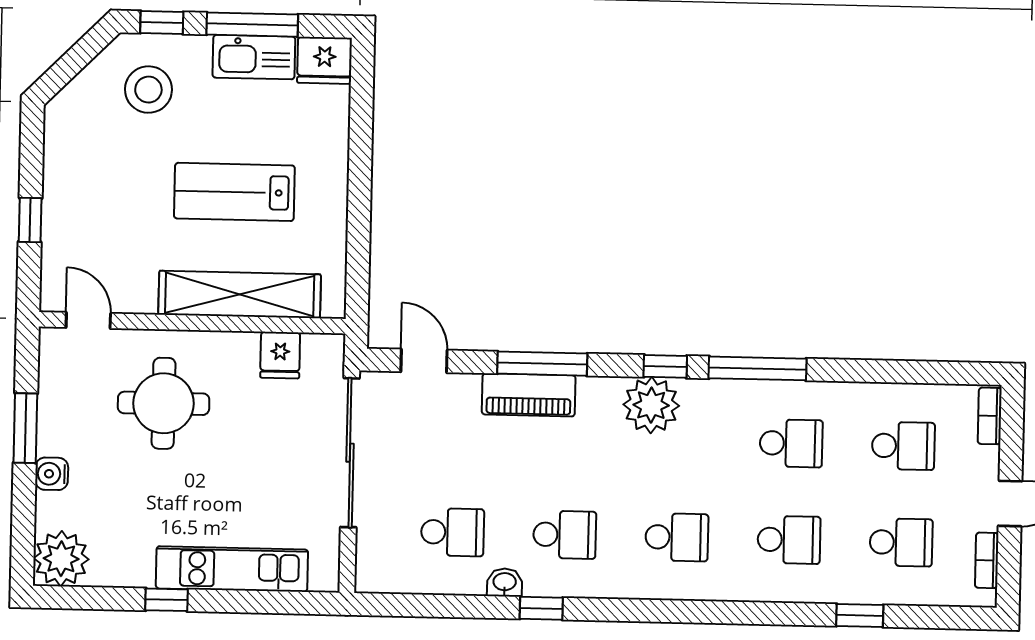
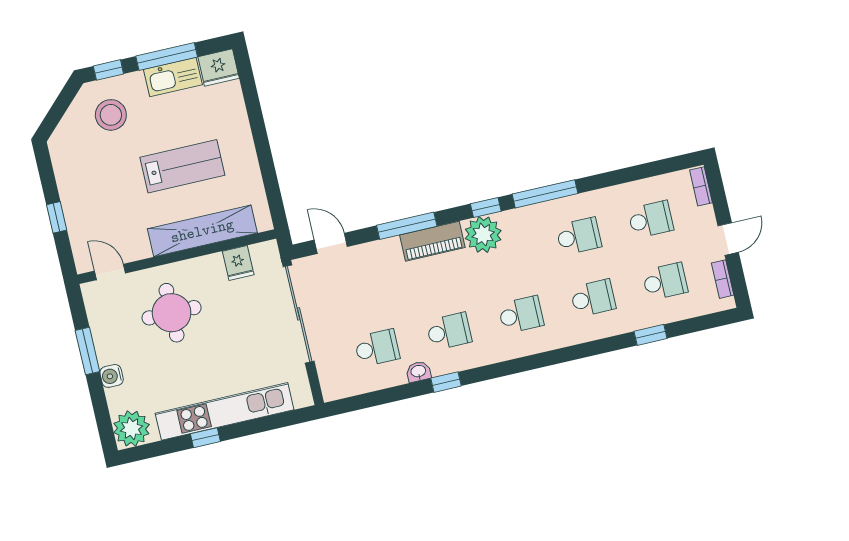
lab bench: (234, 192) -> (182, 166), turned 180
piano: (529, 395) -> (432, 241), moved
kitchen unit: (232, 569) -> (225, 411), width x1.36

